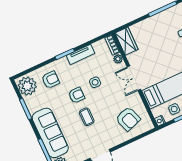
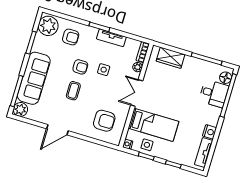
wardrobe: (127, 41) -> (171, 58), moved, turned 90
armchair: (128, 119) -> (104, 121), turned -71

